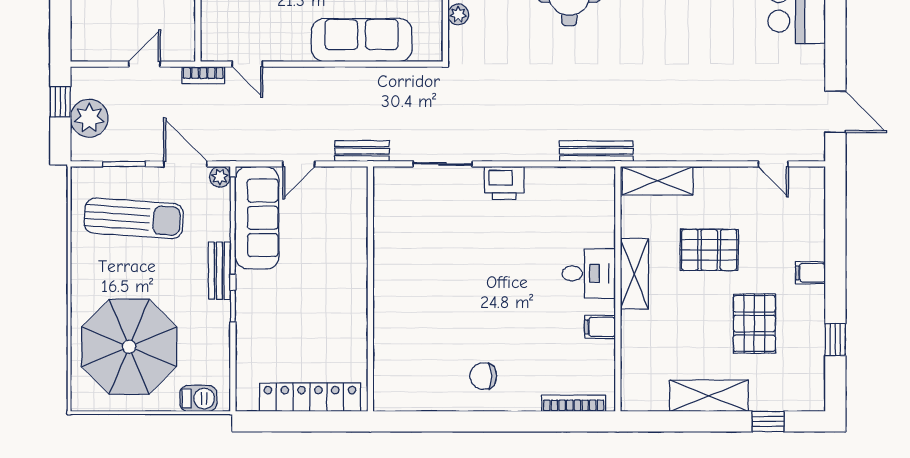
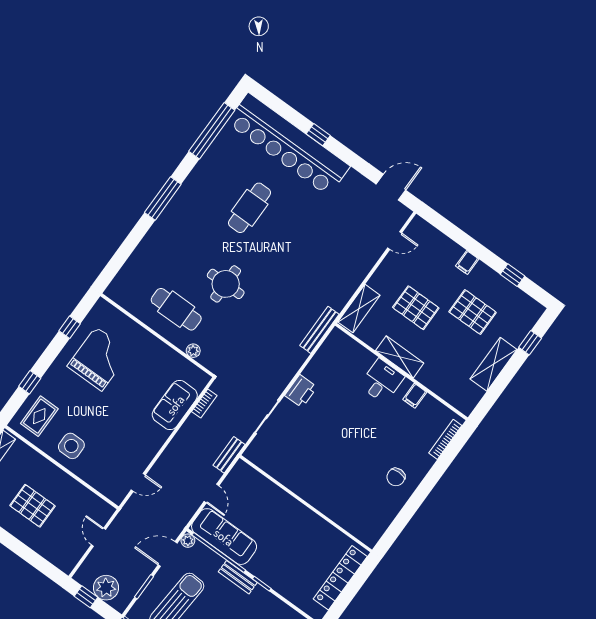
sofa: (362, 40) -> (175, 405), width x0.73
bookcase: (203, 75) -> (204, 403), moved
pallet: (709, 250) -> (416, 308), turned 90

